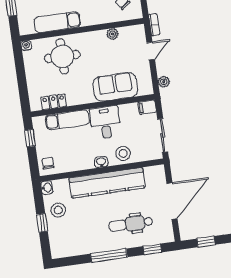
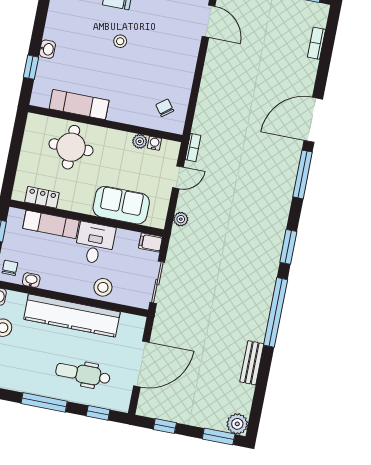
water cooler: (26, 45) -> (154, 143), moved
washbasin: (101, 162) -> (31, 280), moved

